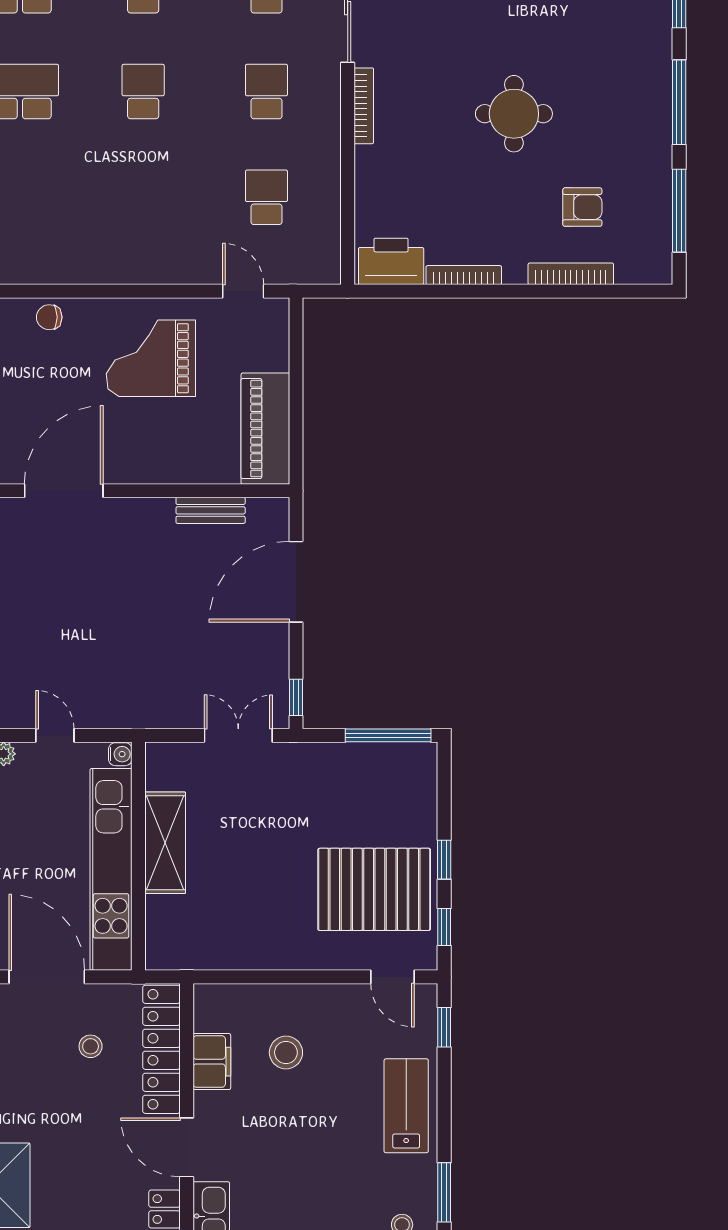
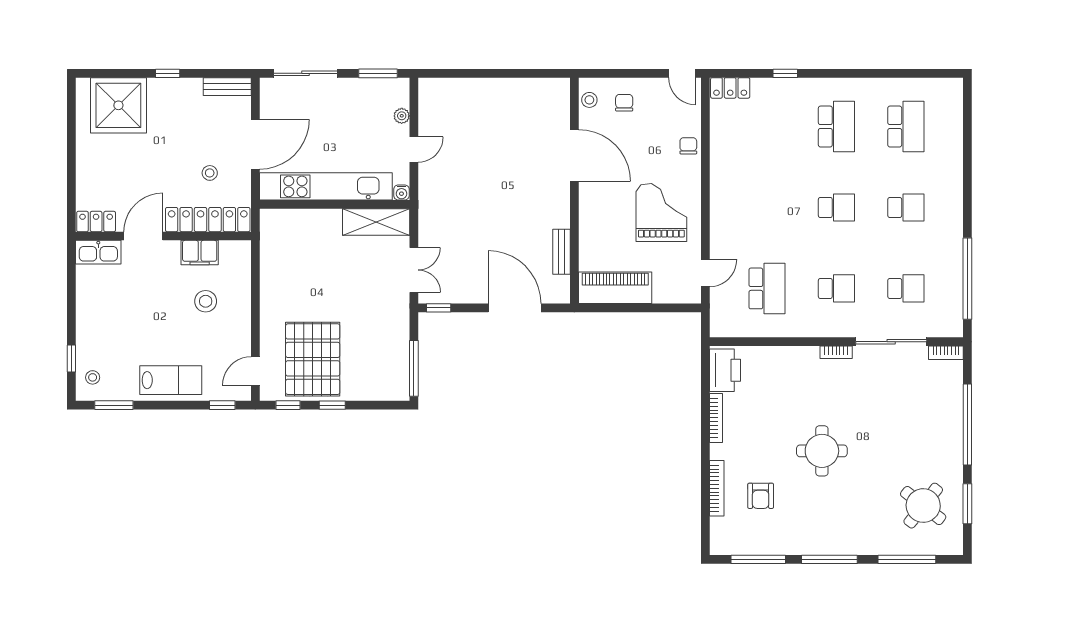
bookcase: (364, 106) -> (836, 352), width x0.64
school desk: (266, 197) -> (767, 288), width x1.85
shelving: (165, 843) -> (376, 222), moved

